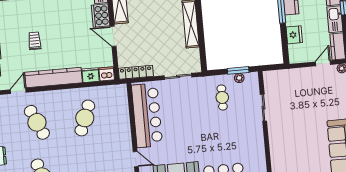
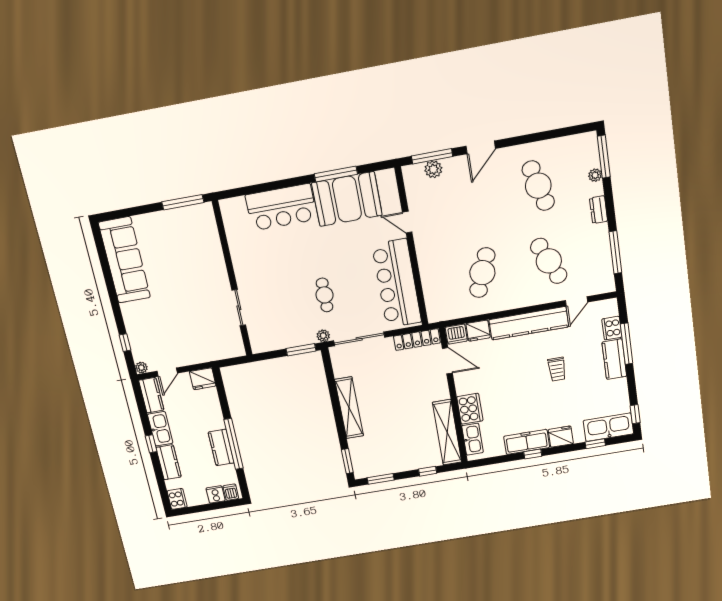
fridge: (294, 35) -> (203, 379), moved, turned -90
door: (113, 36) -> (447, 361), moved
window: (238, 70) -> (301, 350), moved
sliding door: (178, 76) -> (359, 339), width x1.37
plant: (239, 78) -> (323, 336), moved
cafe table: (222, 97) -> (325, 295), moved

